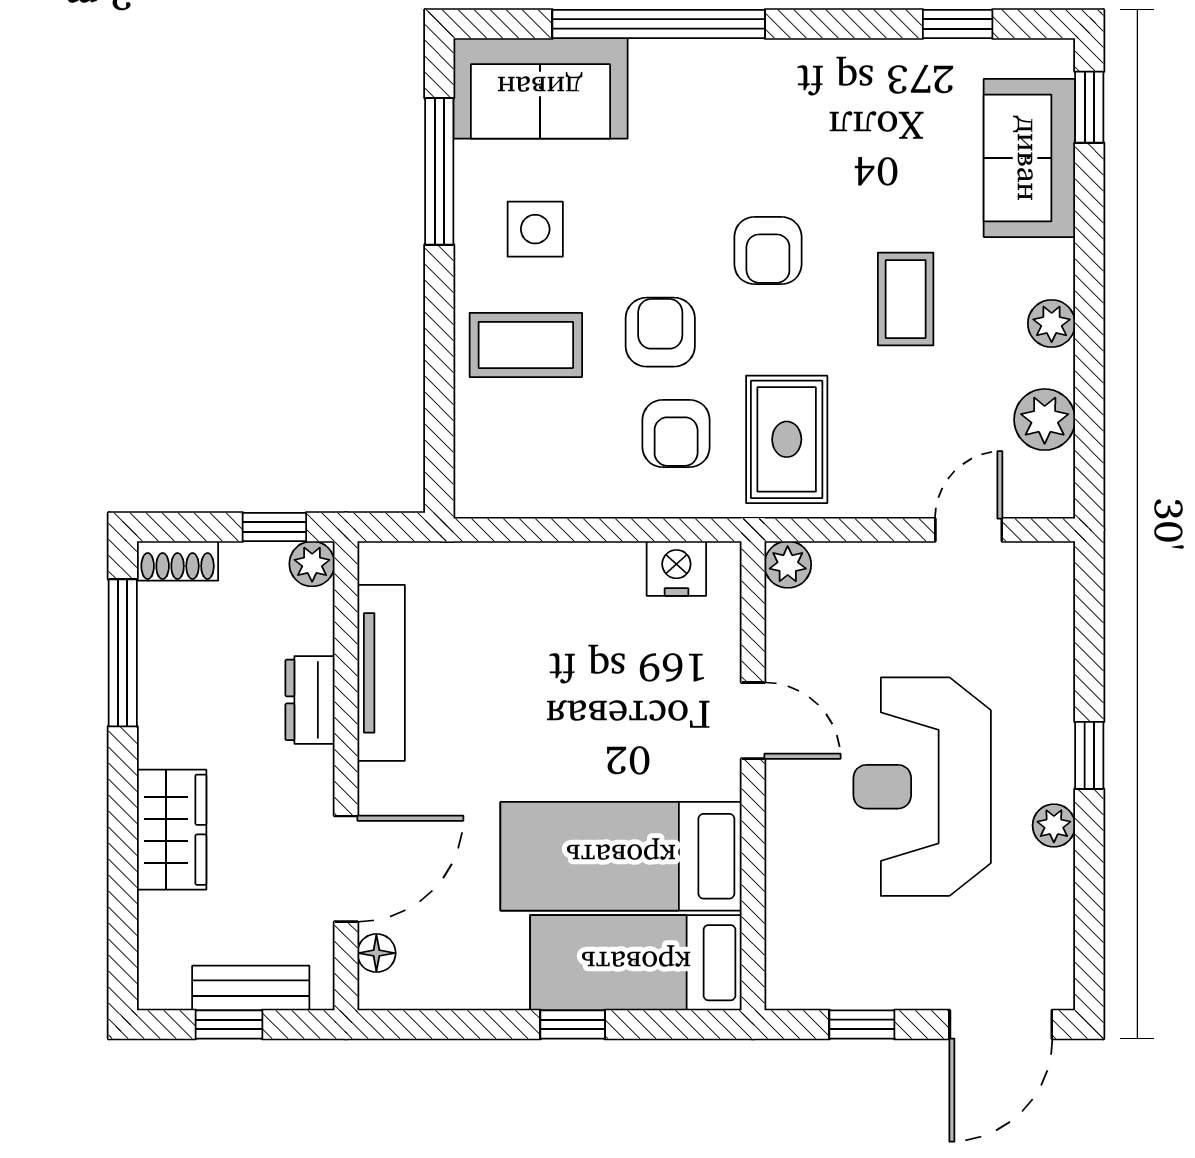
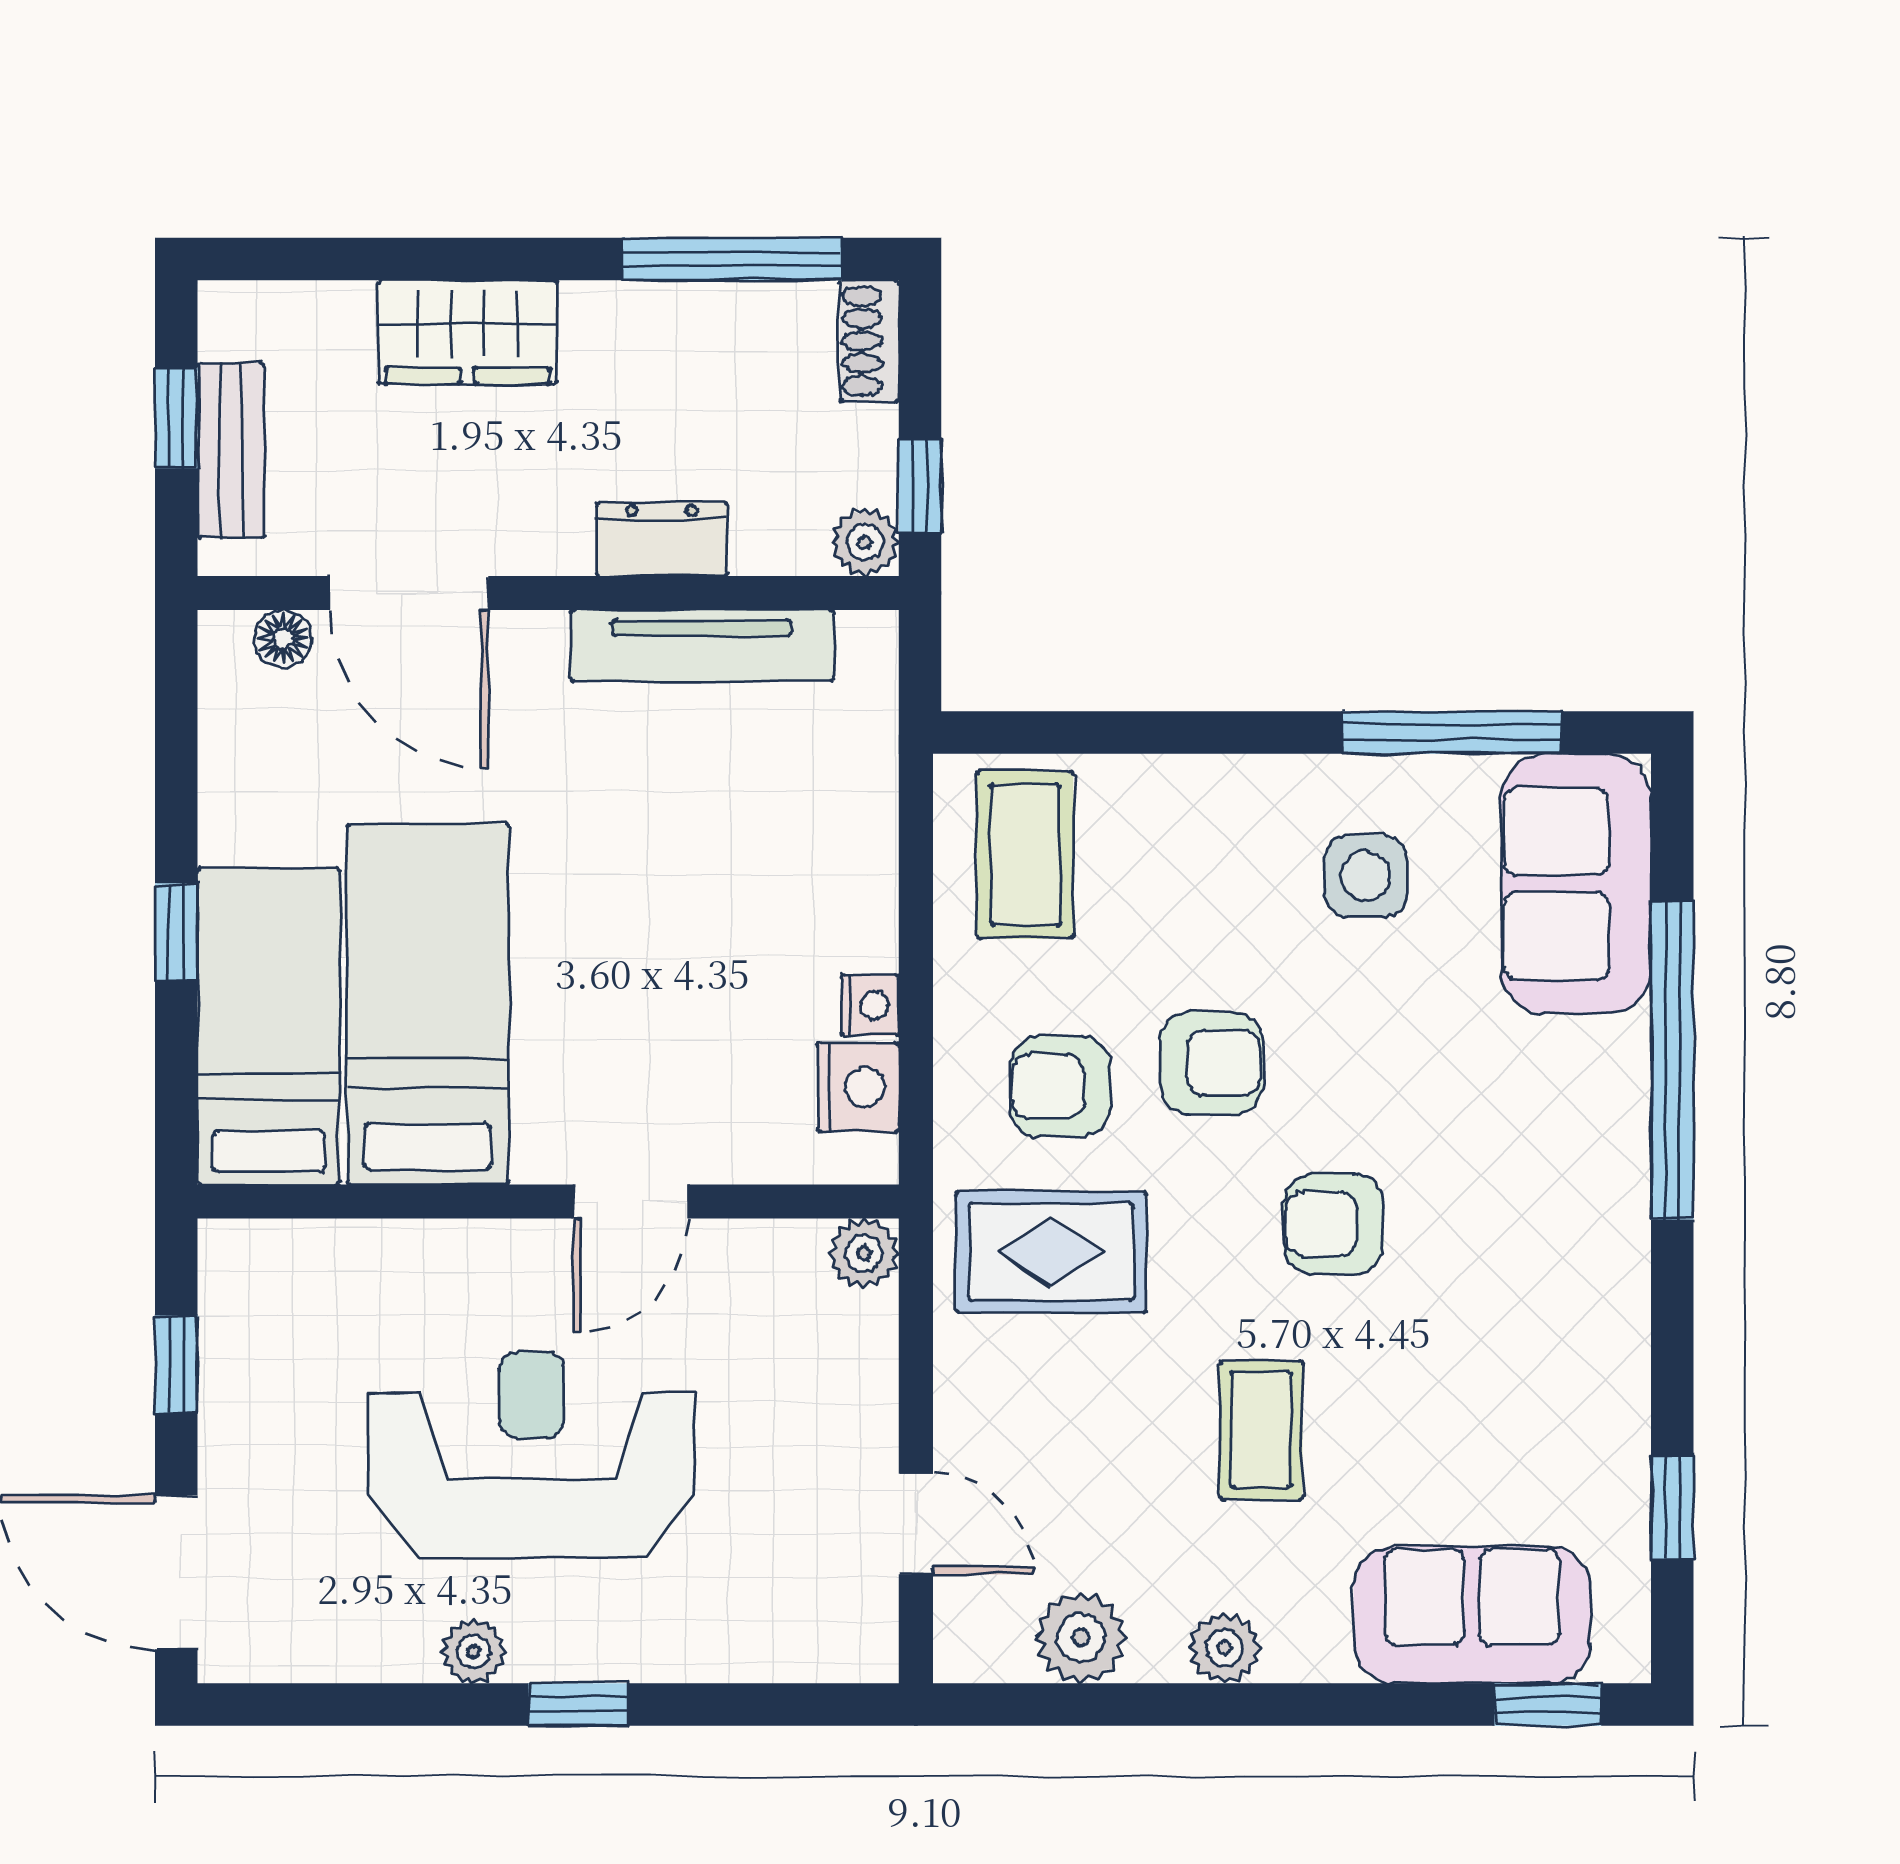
coffee table: (906, 299) -> (1261, 1430), turned 90
coffee table: (526, 345) -> (1025, 855), moved
nightstand: (622, 560) -> (870, 1005), added

